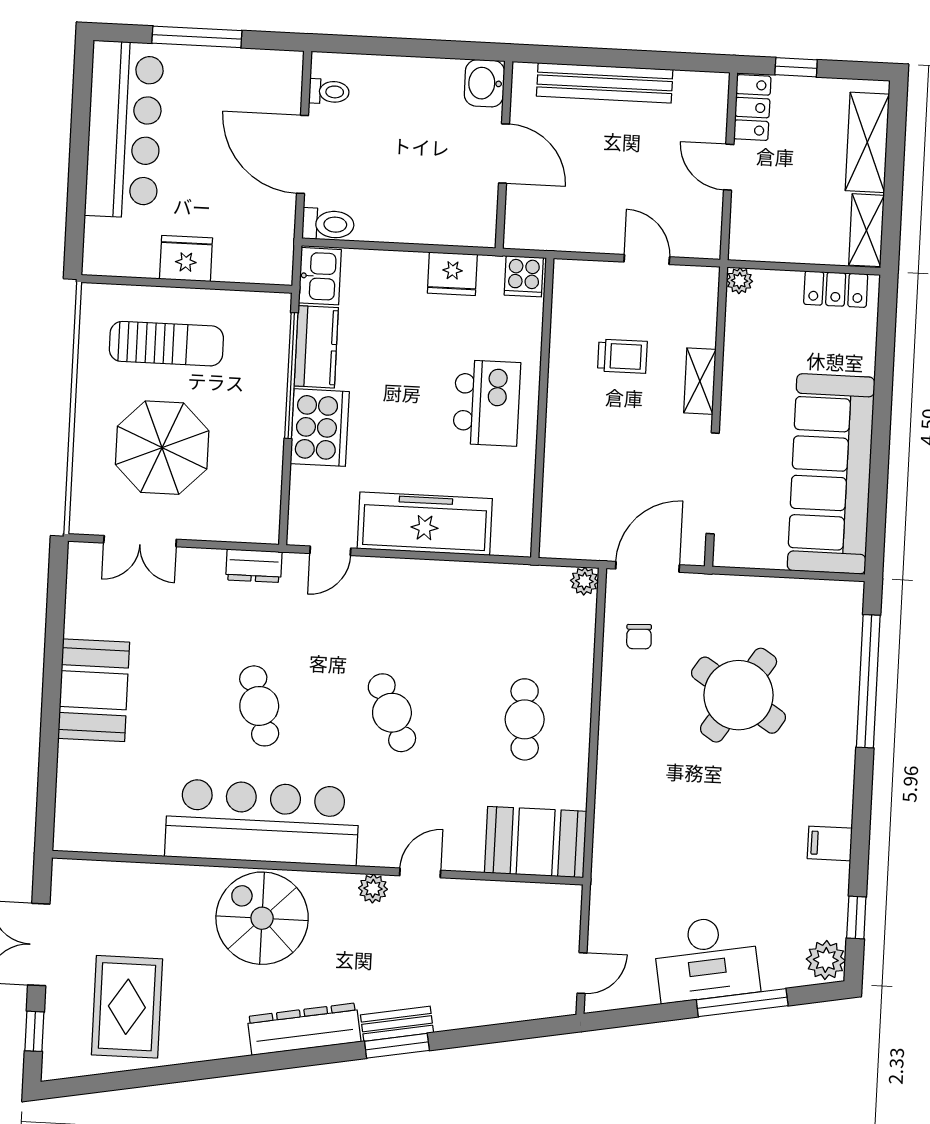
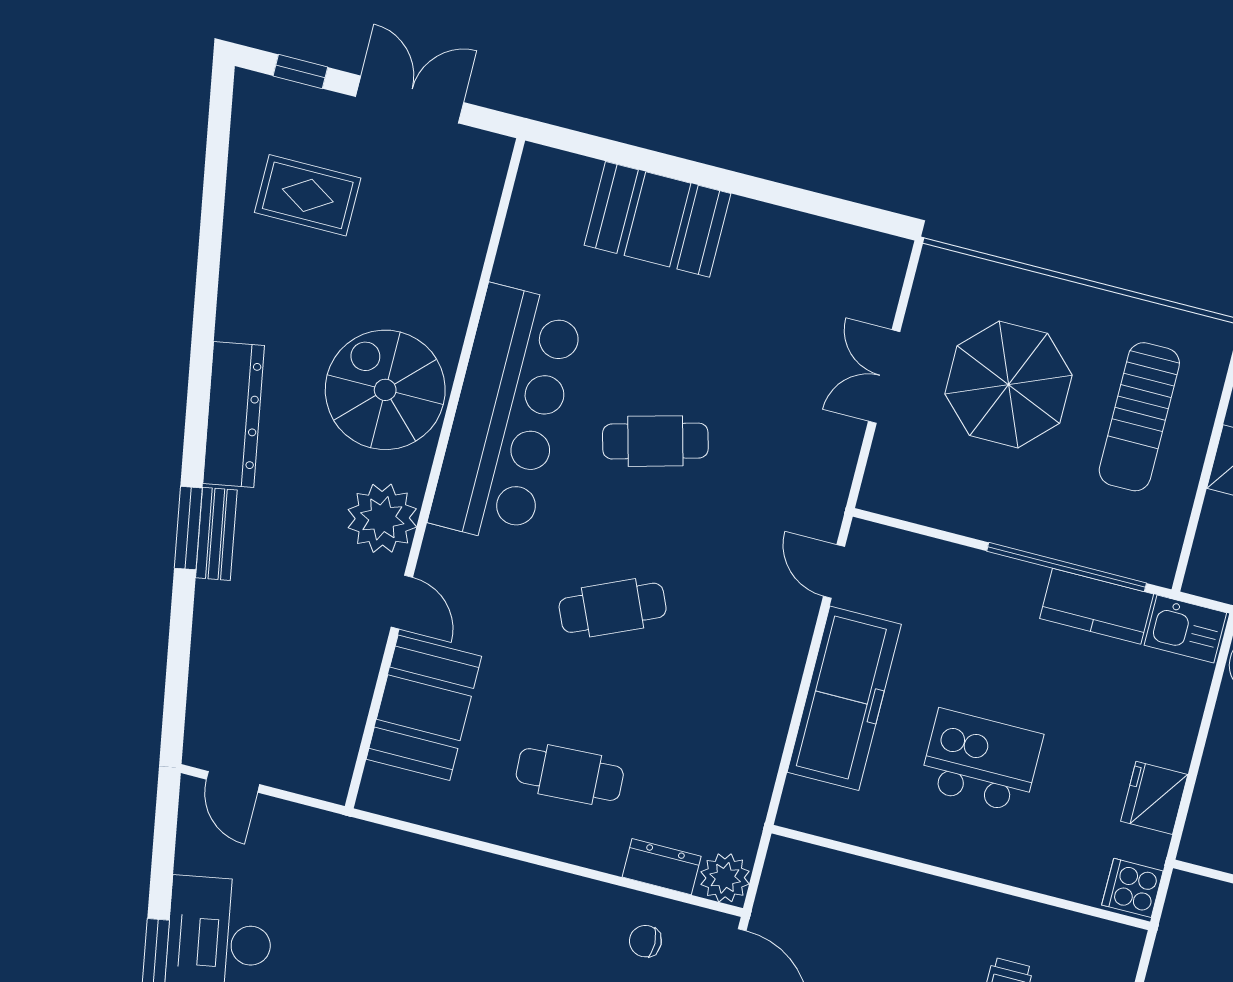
kitchen island: (487, 403) -> (981, 761), moved, turned 180
cooker: (320, 428) -> (993, 590), removed
double door: (140, 541) -> (884, 376), moved
dresser: (254, 566) -> (662, 867), moved, turned 90
plant: (584, 581) -> (725, 878), width x1.38, depth x1.38
booth: (94, 690) -> (658, 219), moved
booth: (536, 842) -> (424, 708), moved
plant: (373, 889) -> (382, 518), width x1.88, depth x1.88
spiral stairs: (262, 918) -> (385, 390), turned -90
rug: (127, 1007) -> (308, 195), width x0.73, depth x0.70

